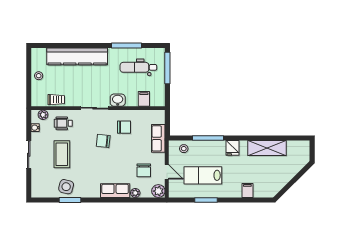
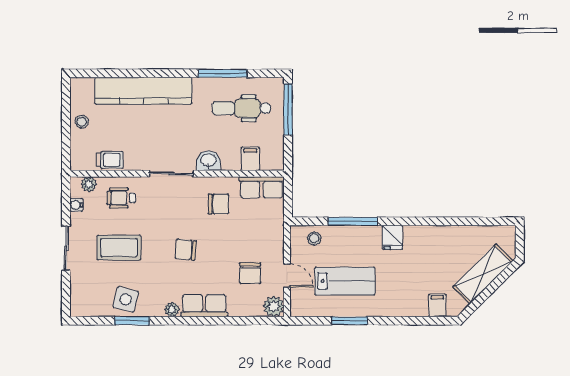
row of seats: (158, 138) -> (262, 187), moved, turned -90
chair: (103, 141) -> (186, 250), moved
shelving: (267, 148) -> (483, 274), moved, turned -45
coffee table: (62, 154) -> (119, 248), turned 90
lab bench: (203, 175) -> (345, 281), turned 180
filing cabinet: (247, 190) -> (437, 305), moved
plant: (135, 193) -> (172, 309), moved

